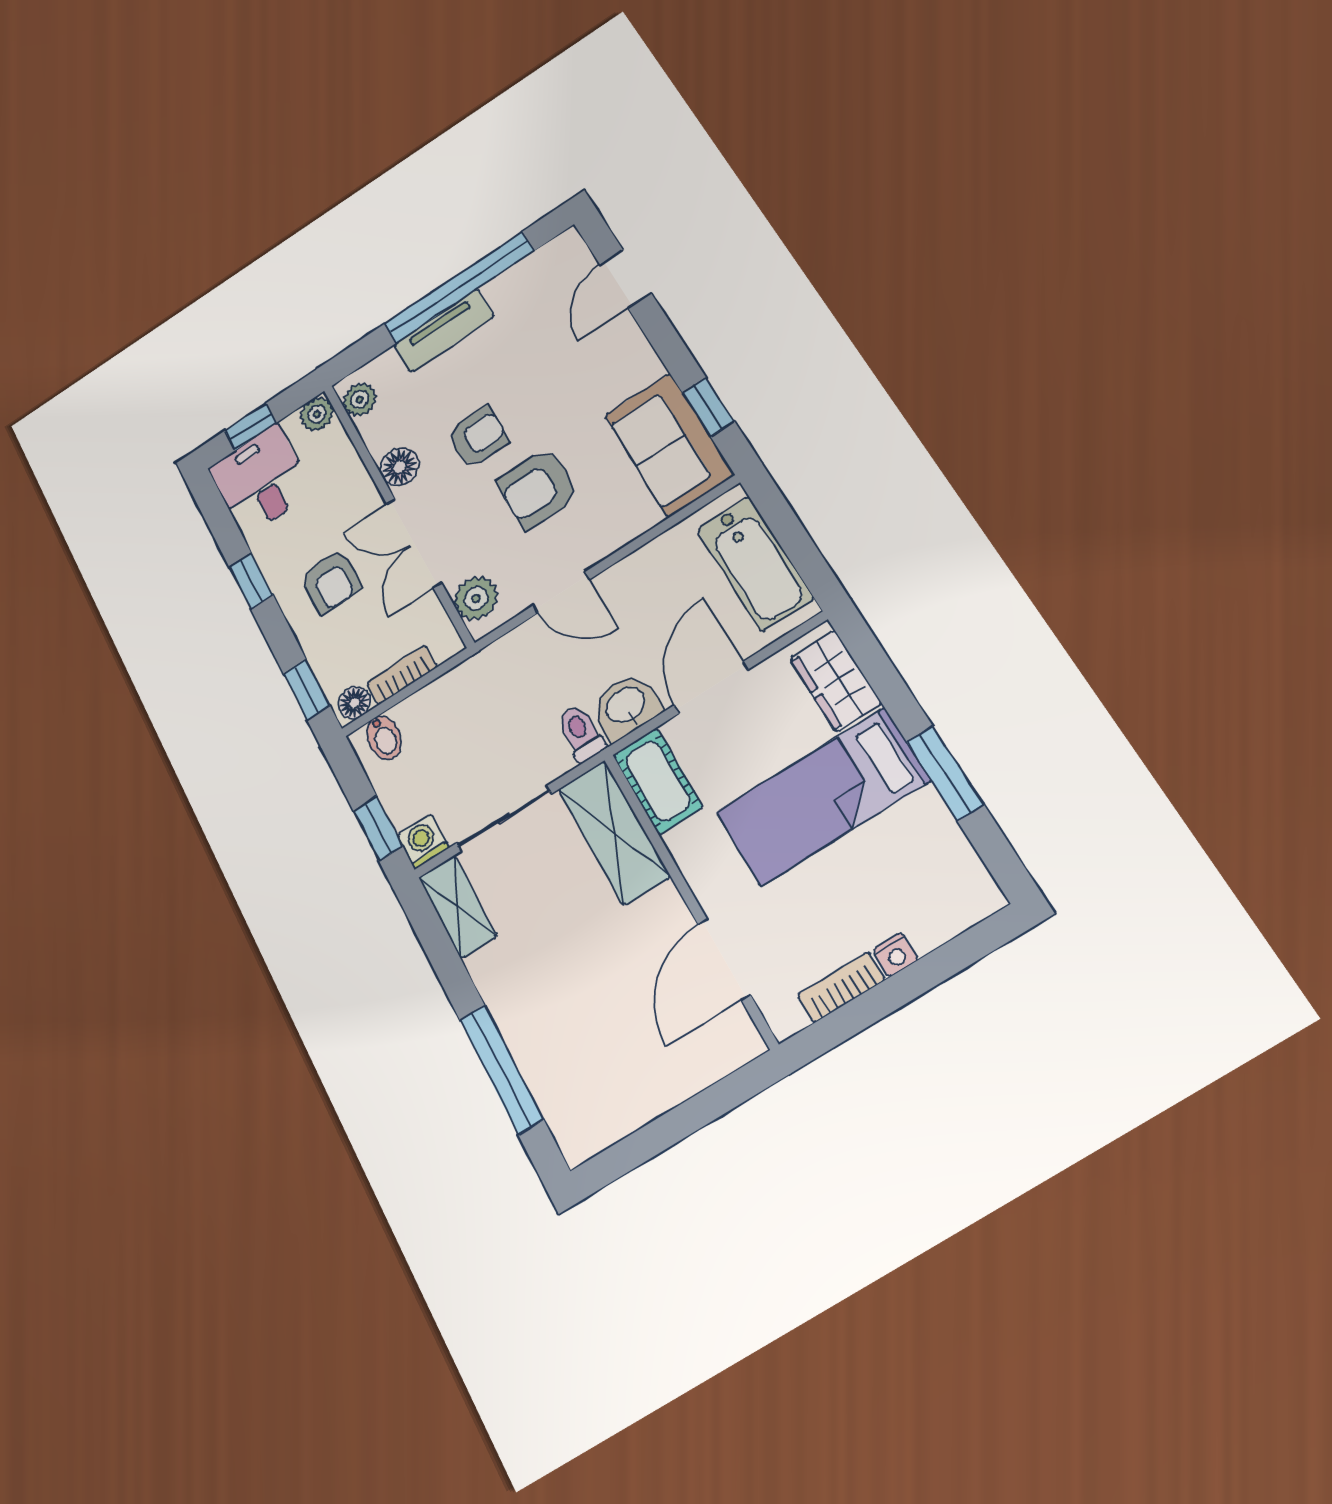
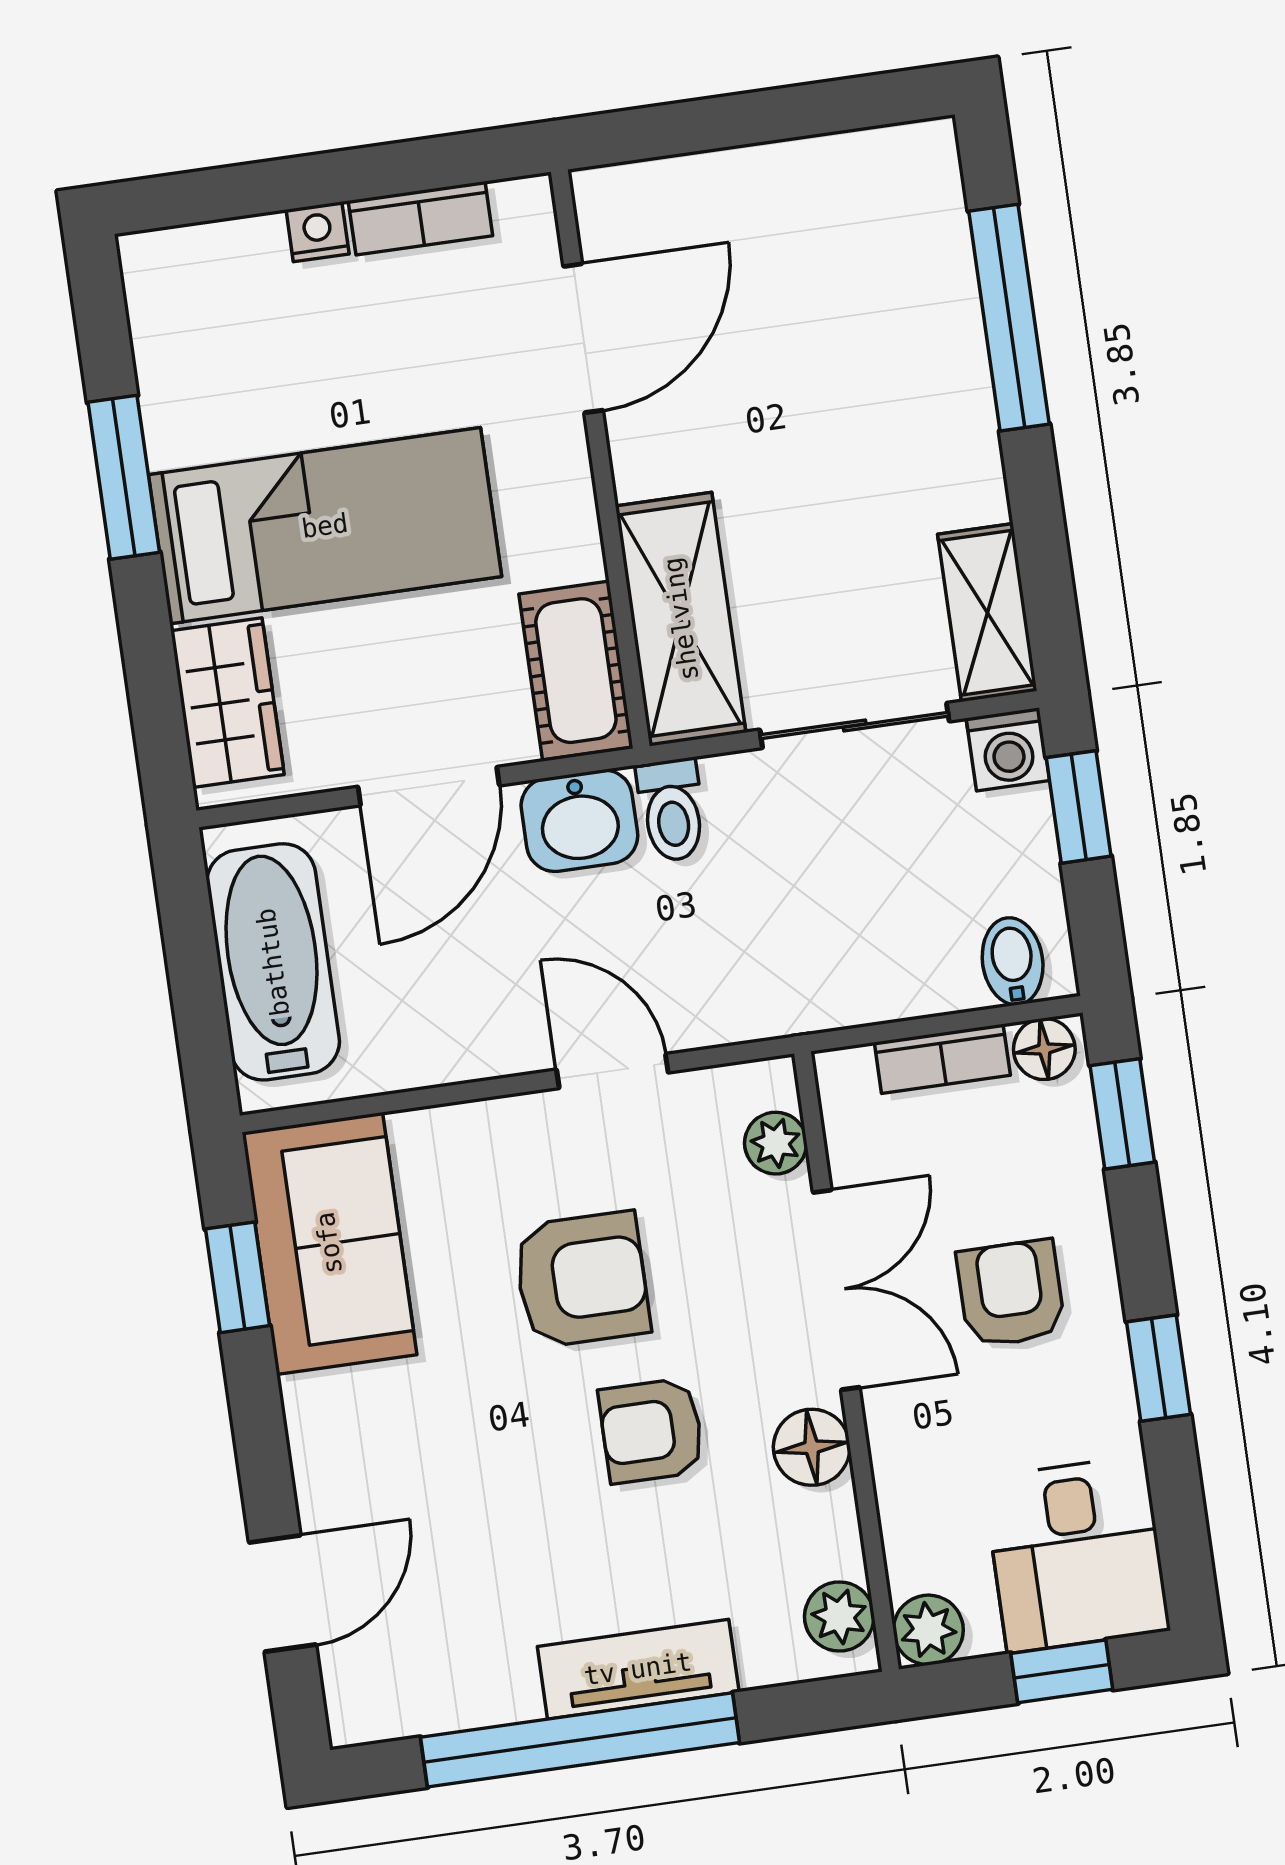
plant: (476, 598) -> (776, 1143), width x0.73, depth x0.73

